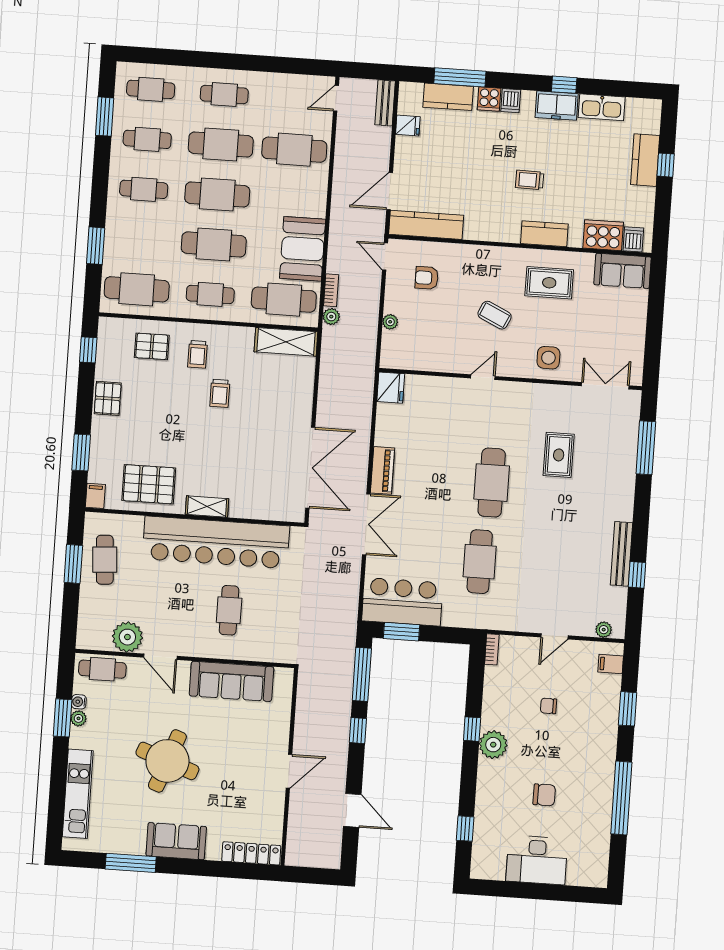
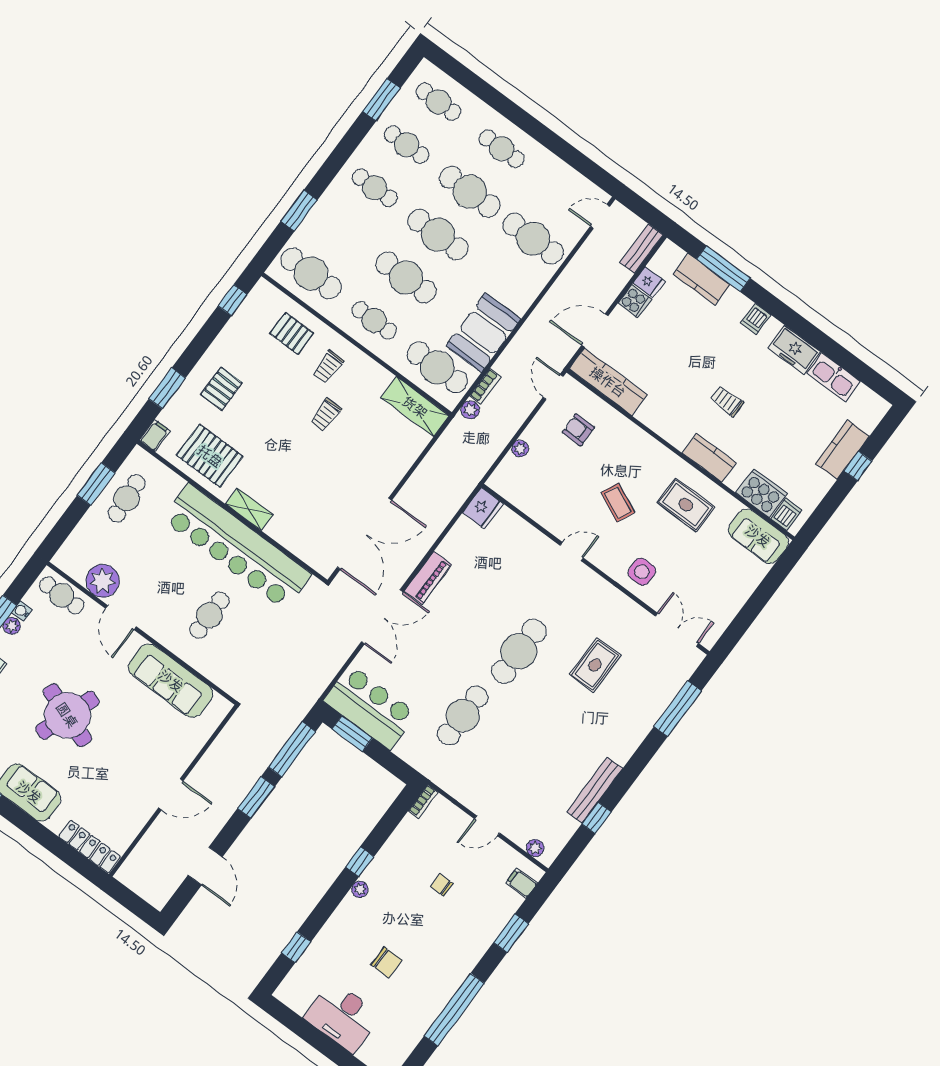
window: (564, 85) -> (813, 335), removed
cooker: (489, 99) -> (635, 301), moved, turned -90
pallet: (108, 398) -> (221, 389), moved
window: (358, 731) -> (256, 798), width x1.50
plant: (493, 745) -> (360, 889), width x0.53, depth x0.53

